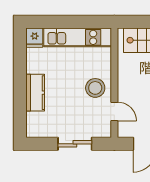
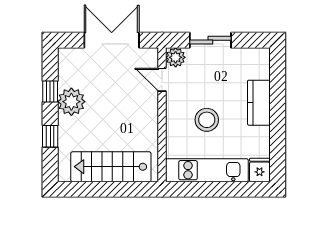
stool: (95, 88) -> (207, 120), moved
plant: (103, 130) -> (176, 57), added

